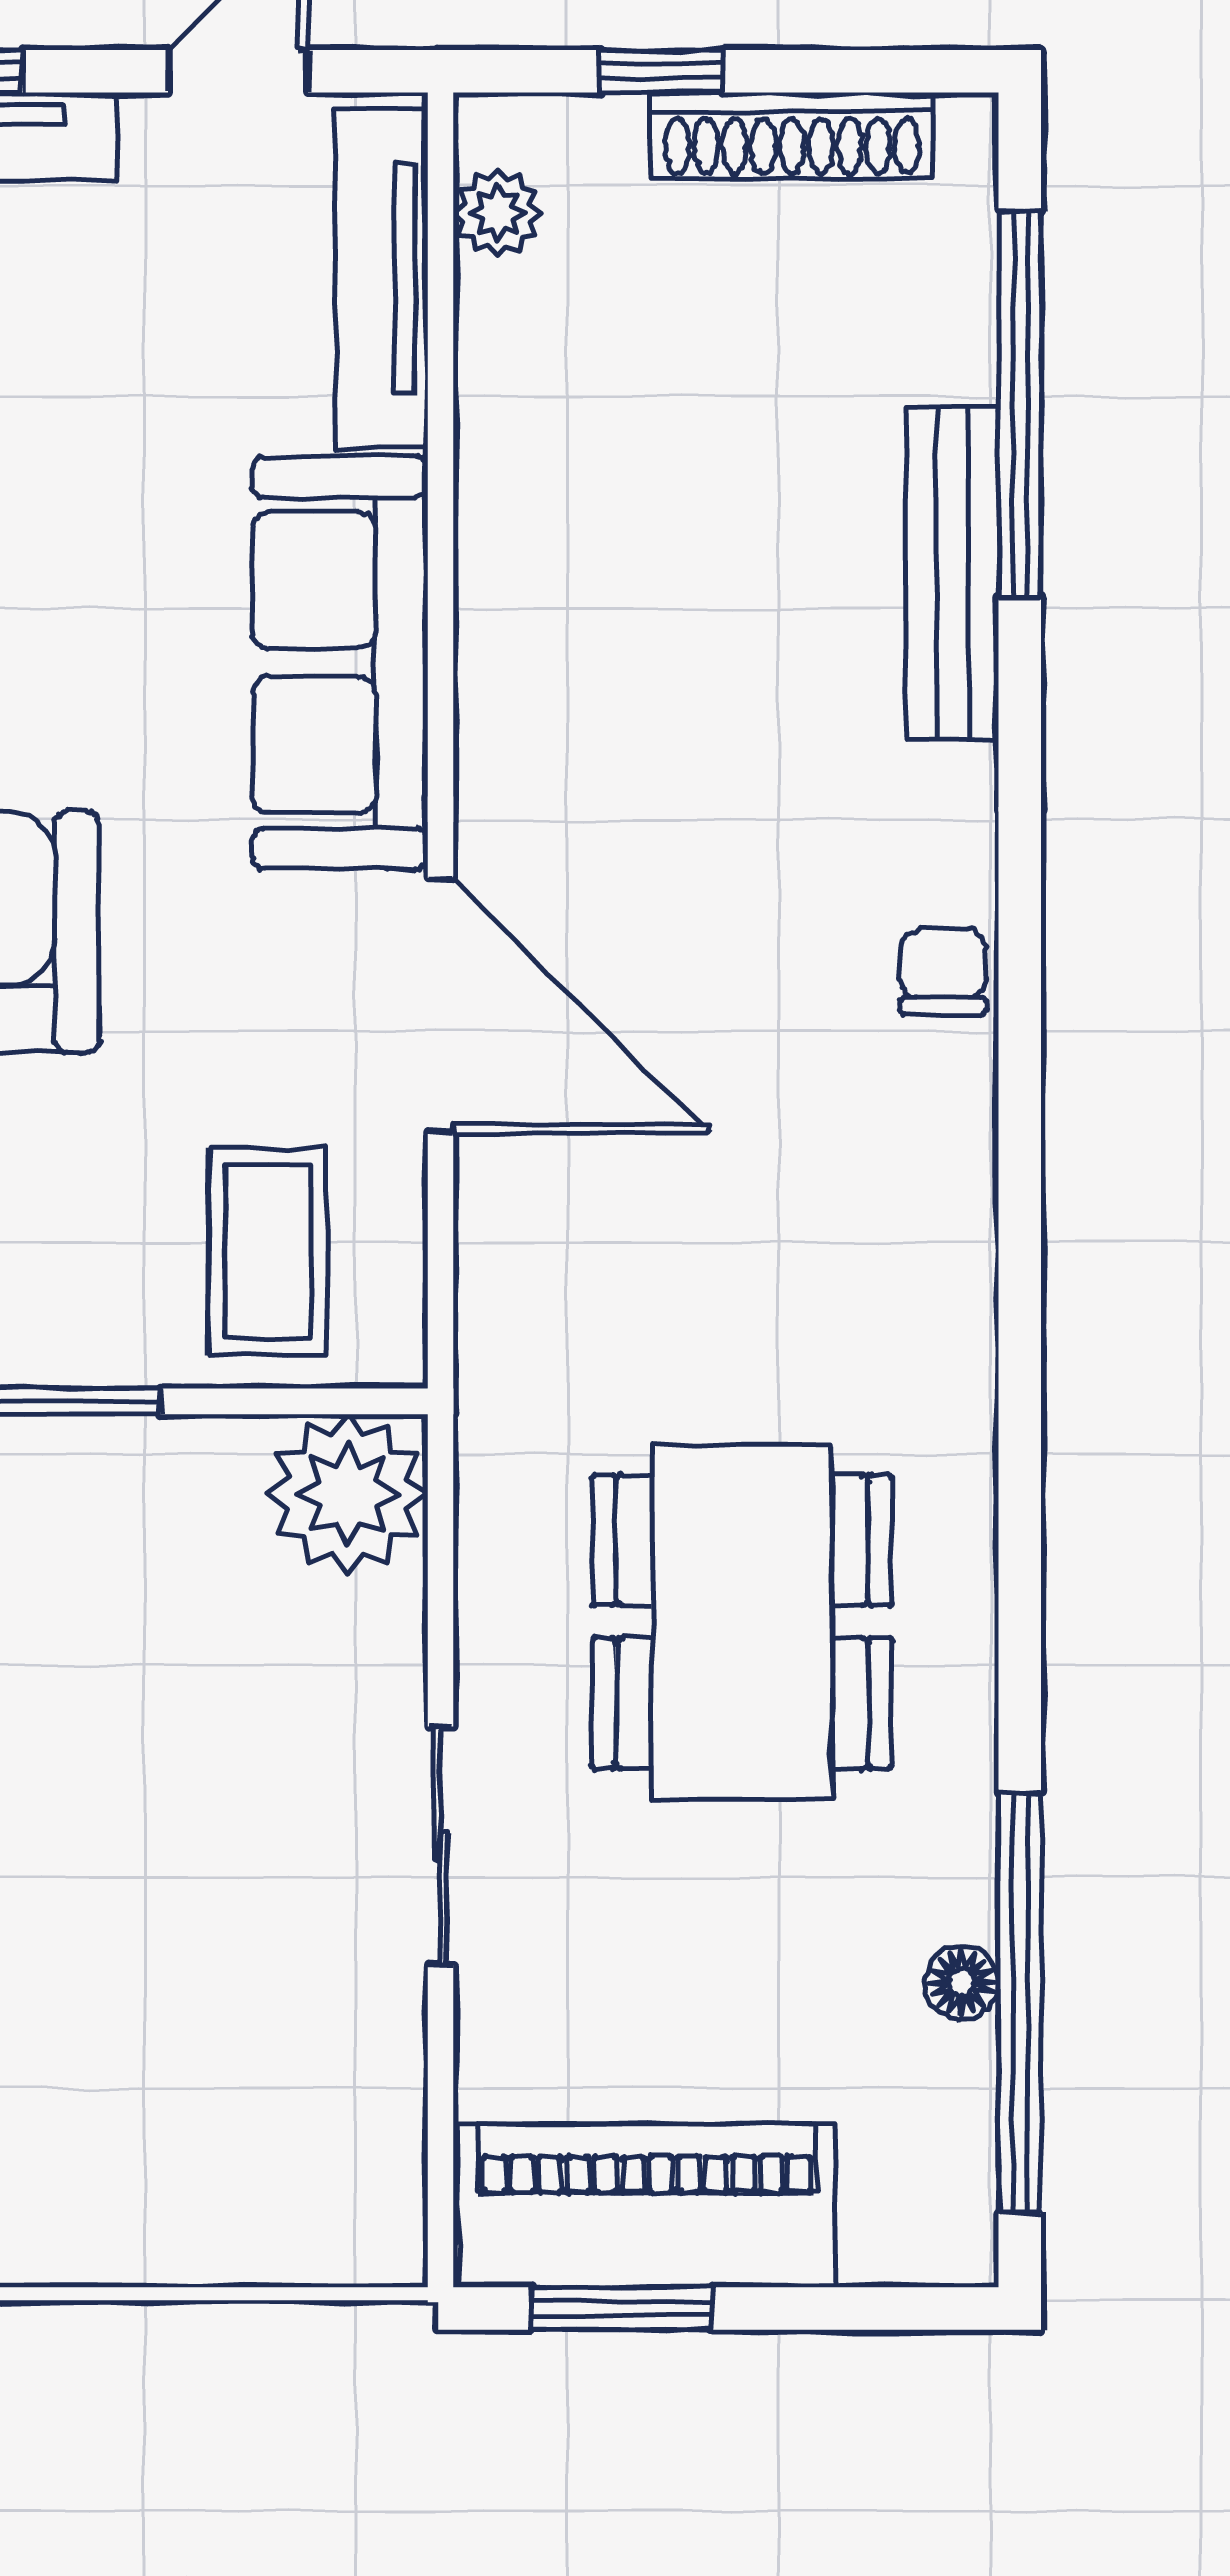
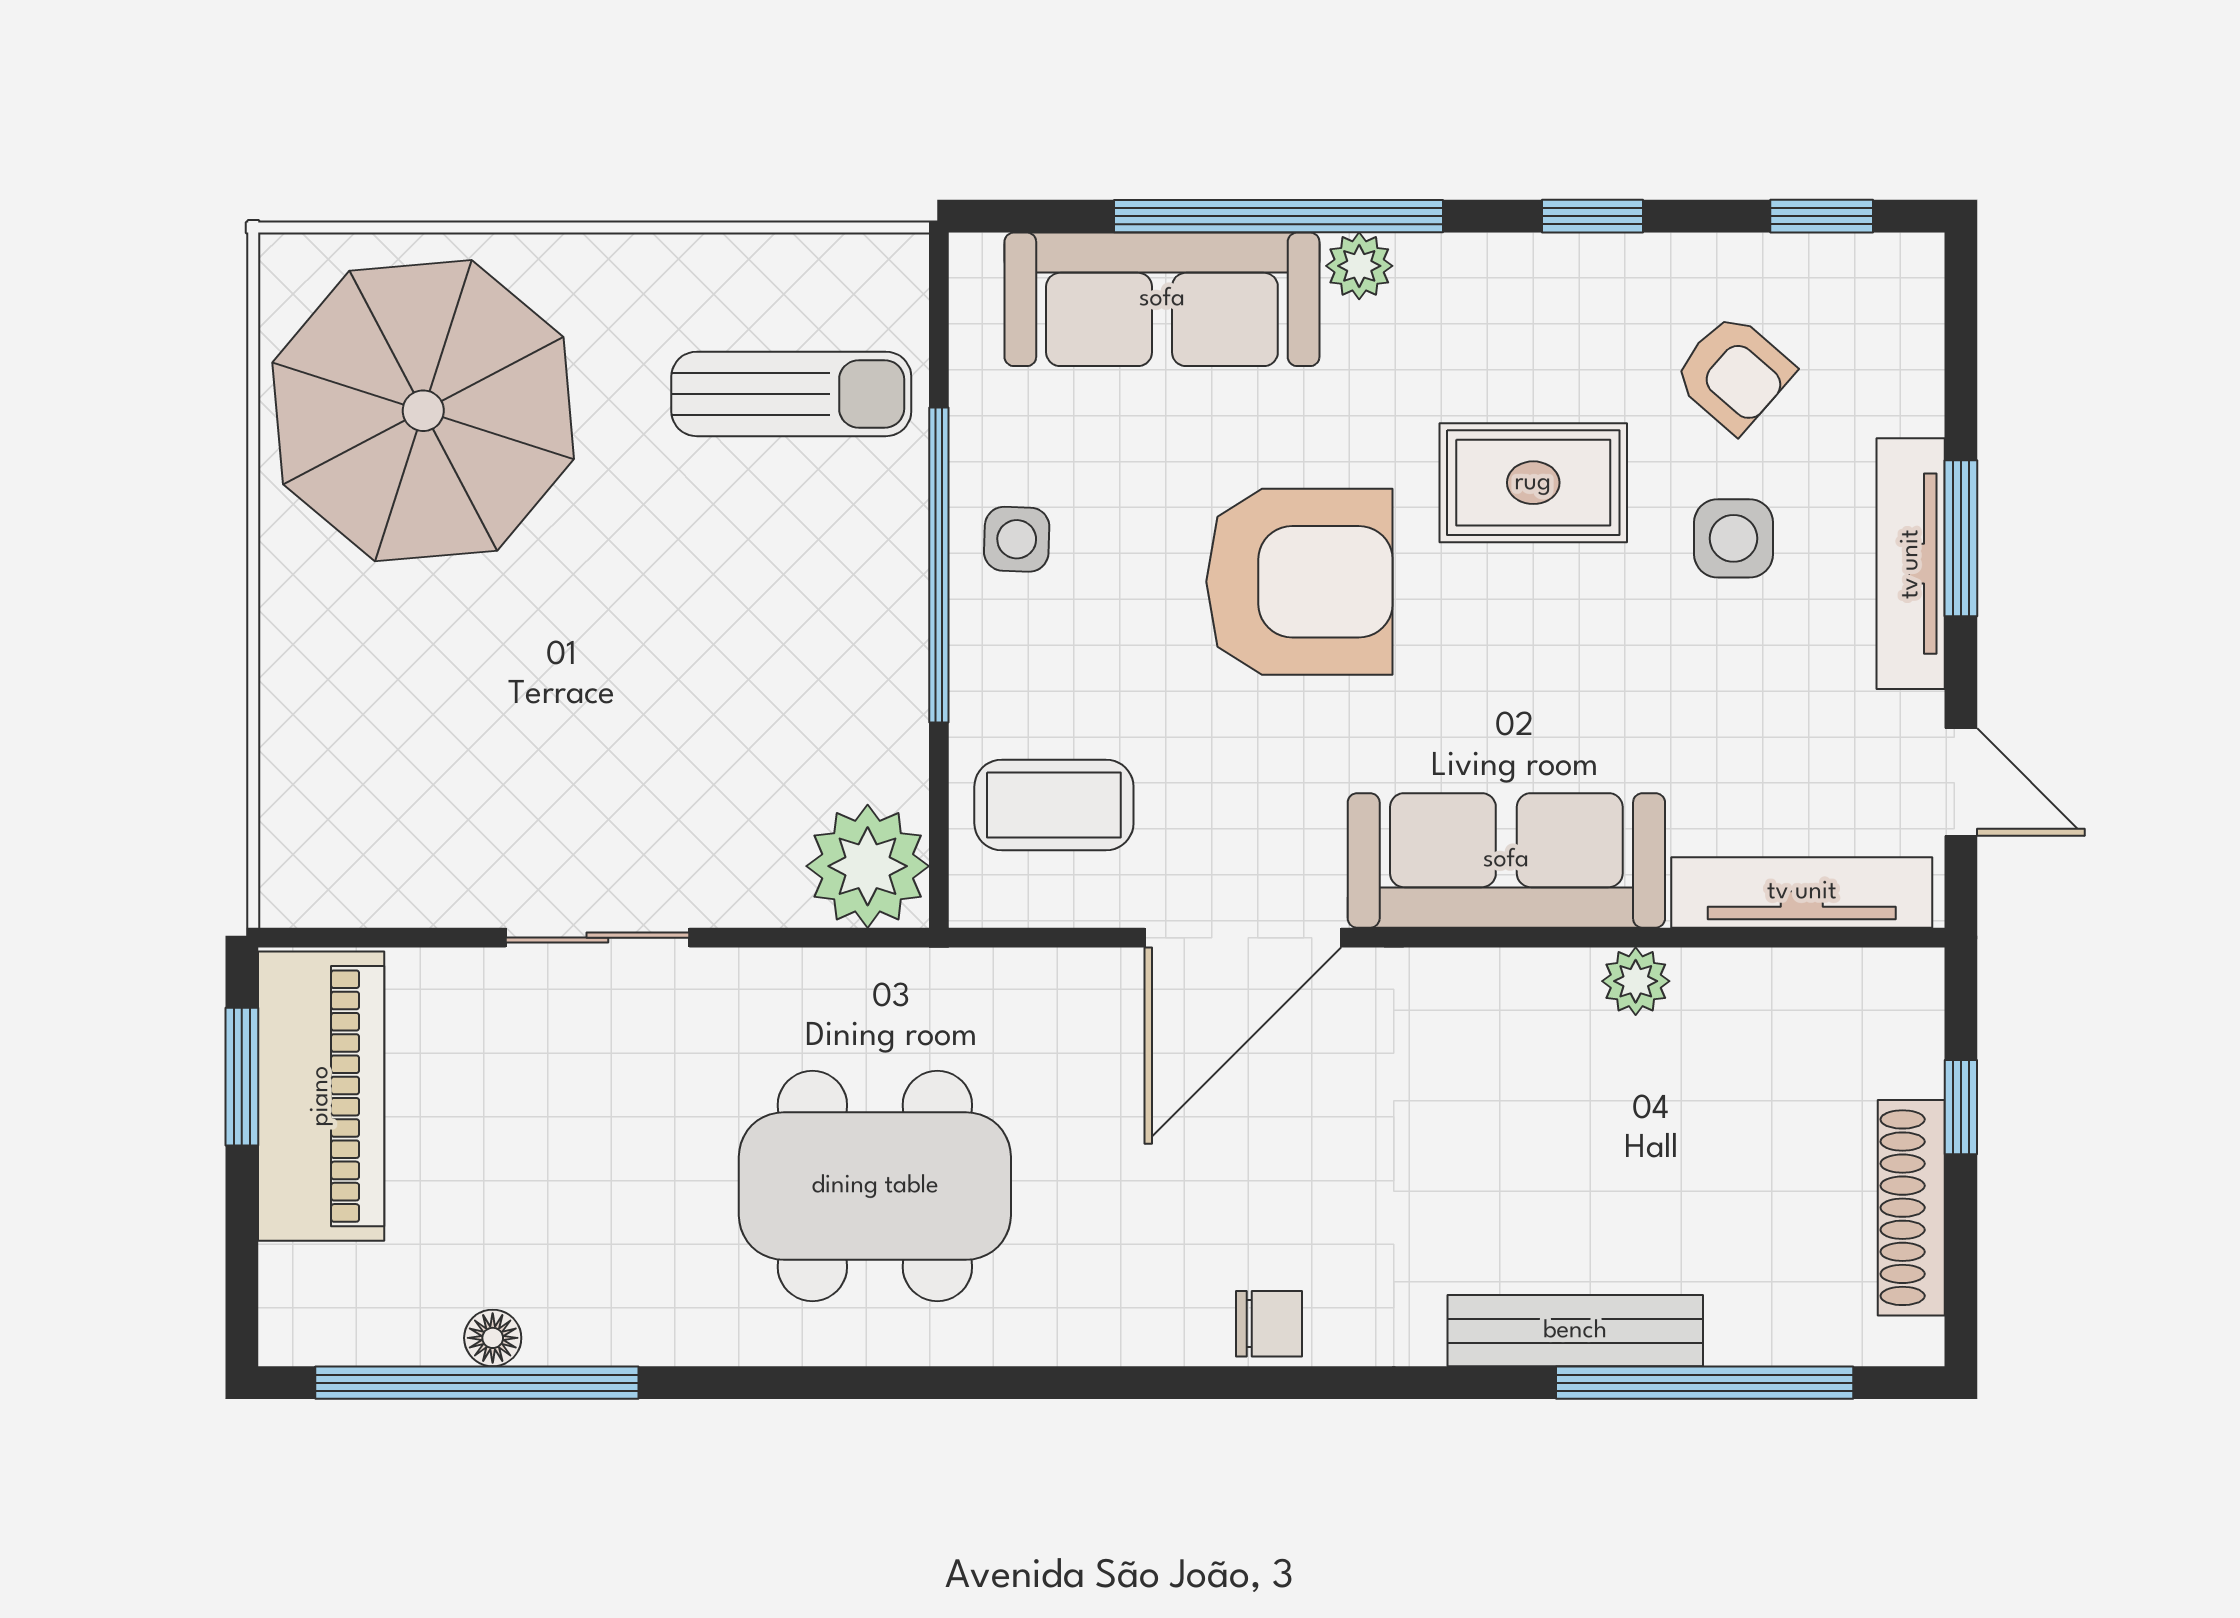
plant: (497, 213) -> (1636, 981), moved
dining table: (742, 1622) -> (875, 1186), moved

